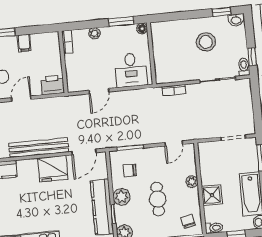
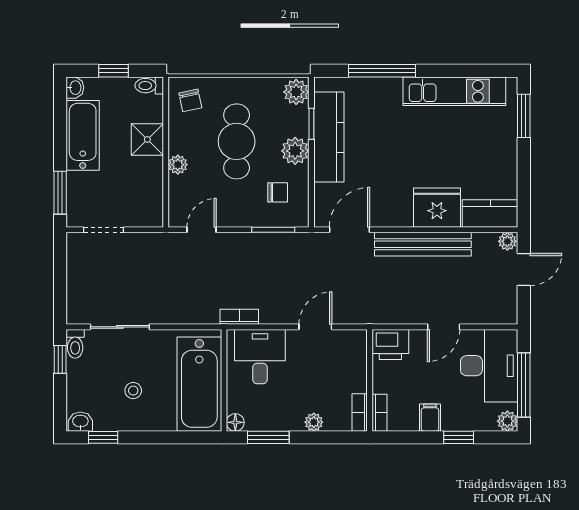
stool: (206, 42) -> (133, 391), width x0.53, depth x0.53
bookcase: (55, 43) -> (379, 413), added
bathtub: (166, 50) -> (199, 384), added
bookcase: (174, 90) -> (239, 317), moved
fridge: (53, 169) -> (437, 208), moved
cafe table: (158, 199) -> (237, 141), width x1.37, depth x1.35

